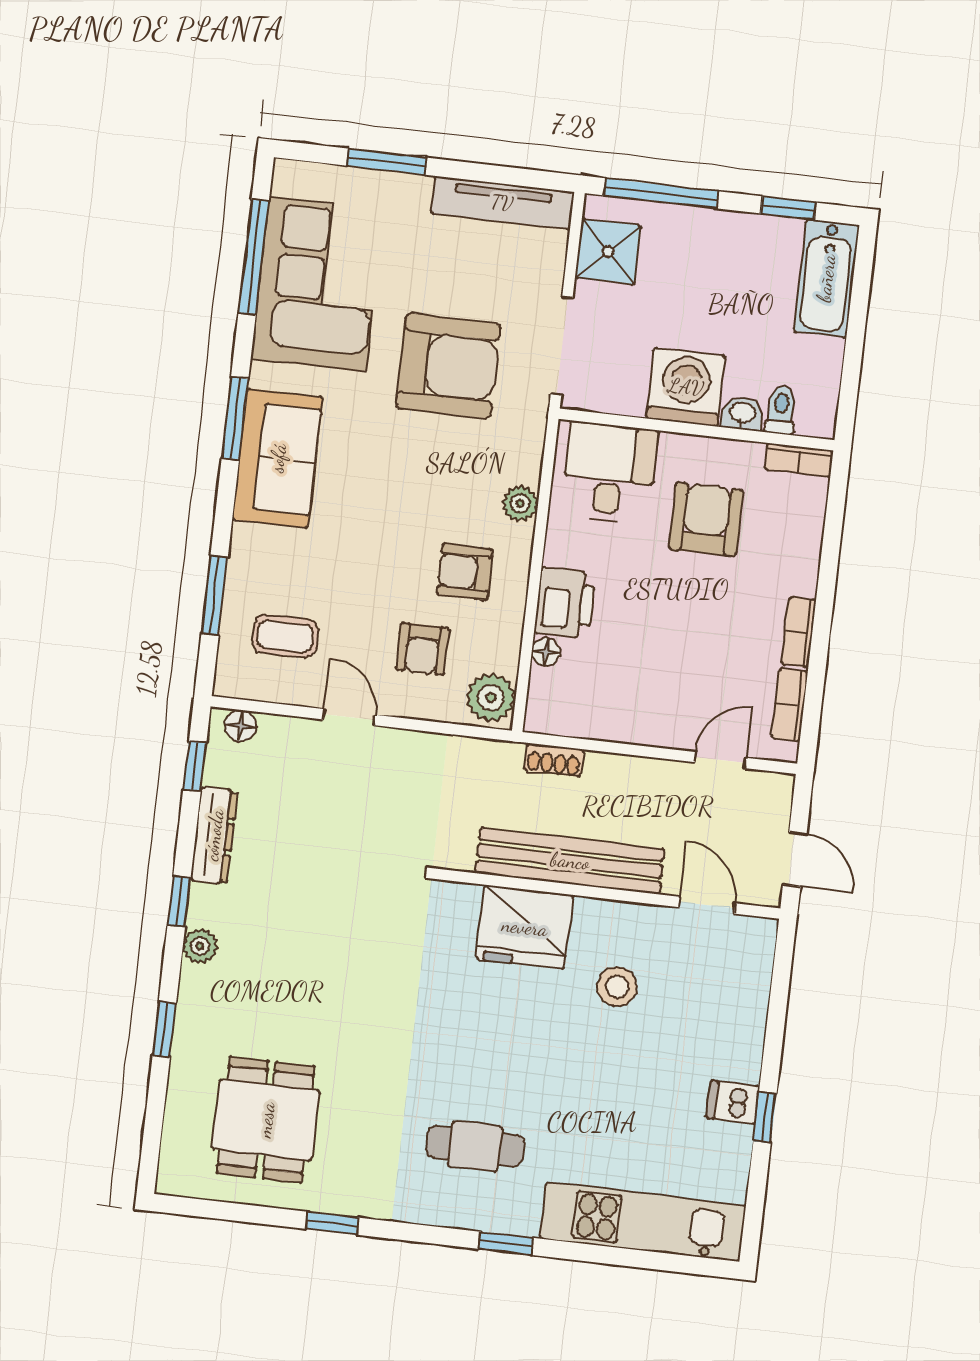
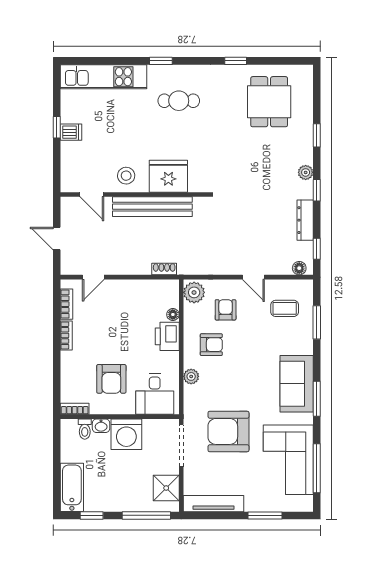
bench: (570, 861) -> (152, 207), moved
wall: (608, 894) -> (134, 195), moved
door: (707, 905) -> (92, 195), moved
fridge: (525, 927) -> (168, 176), moved

